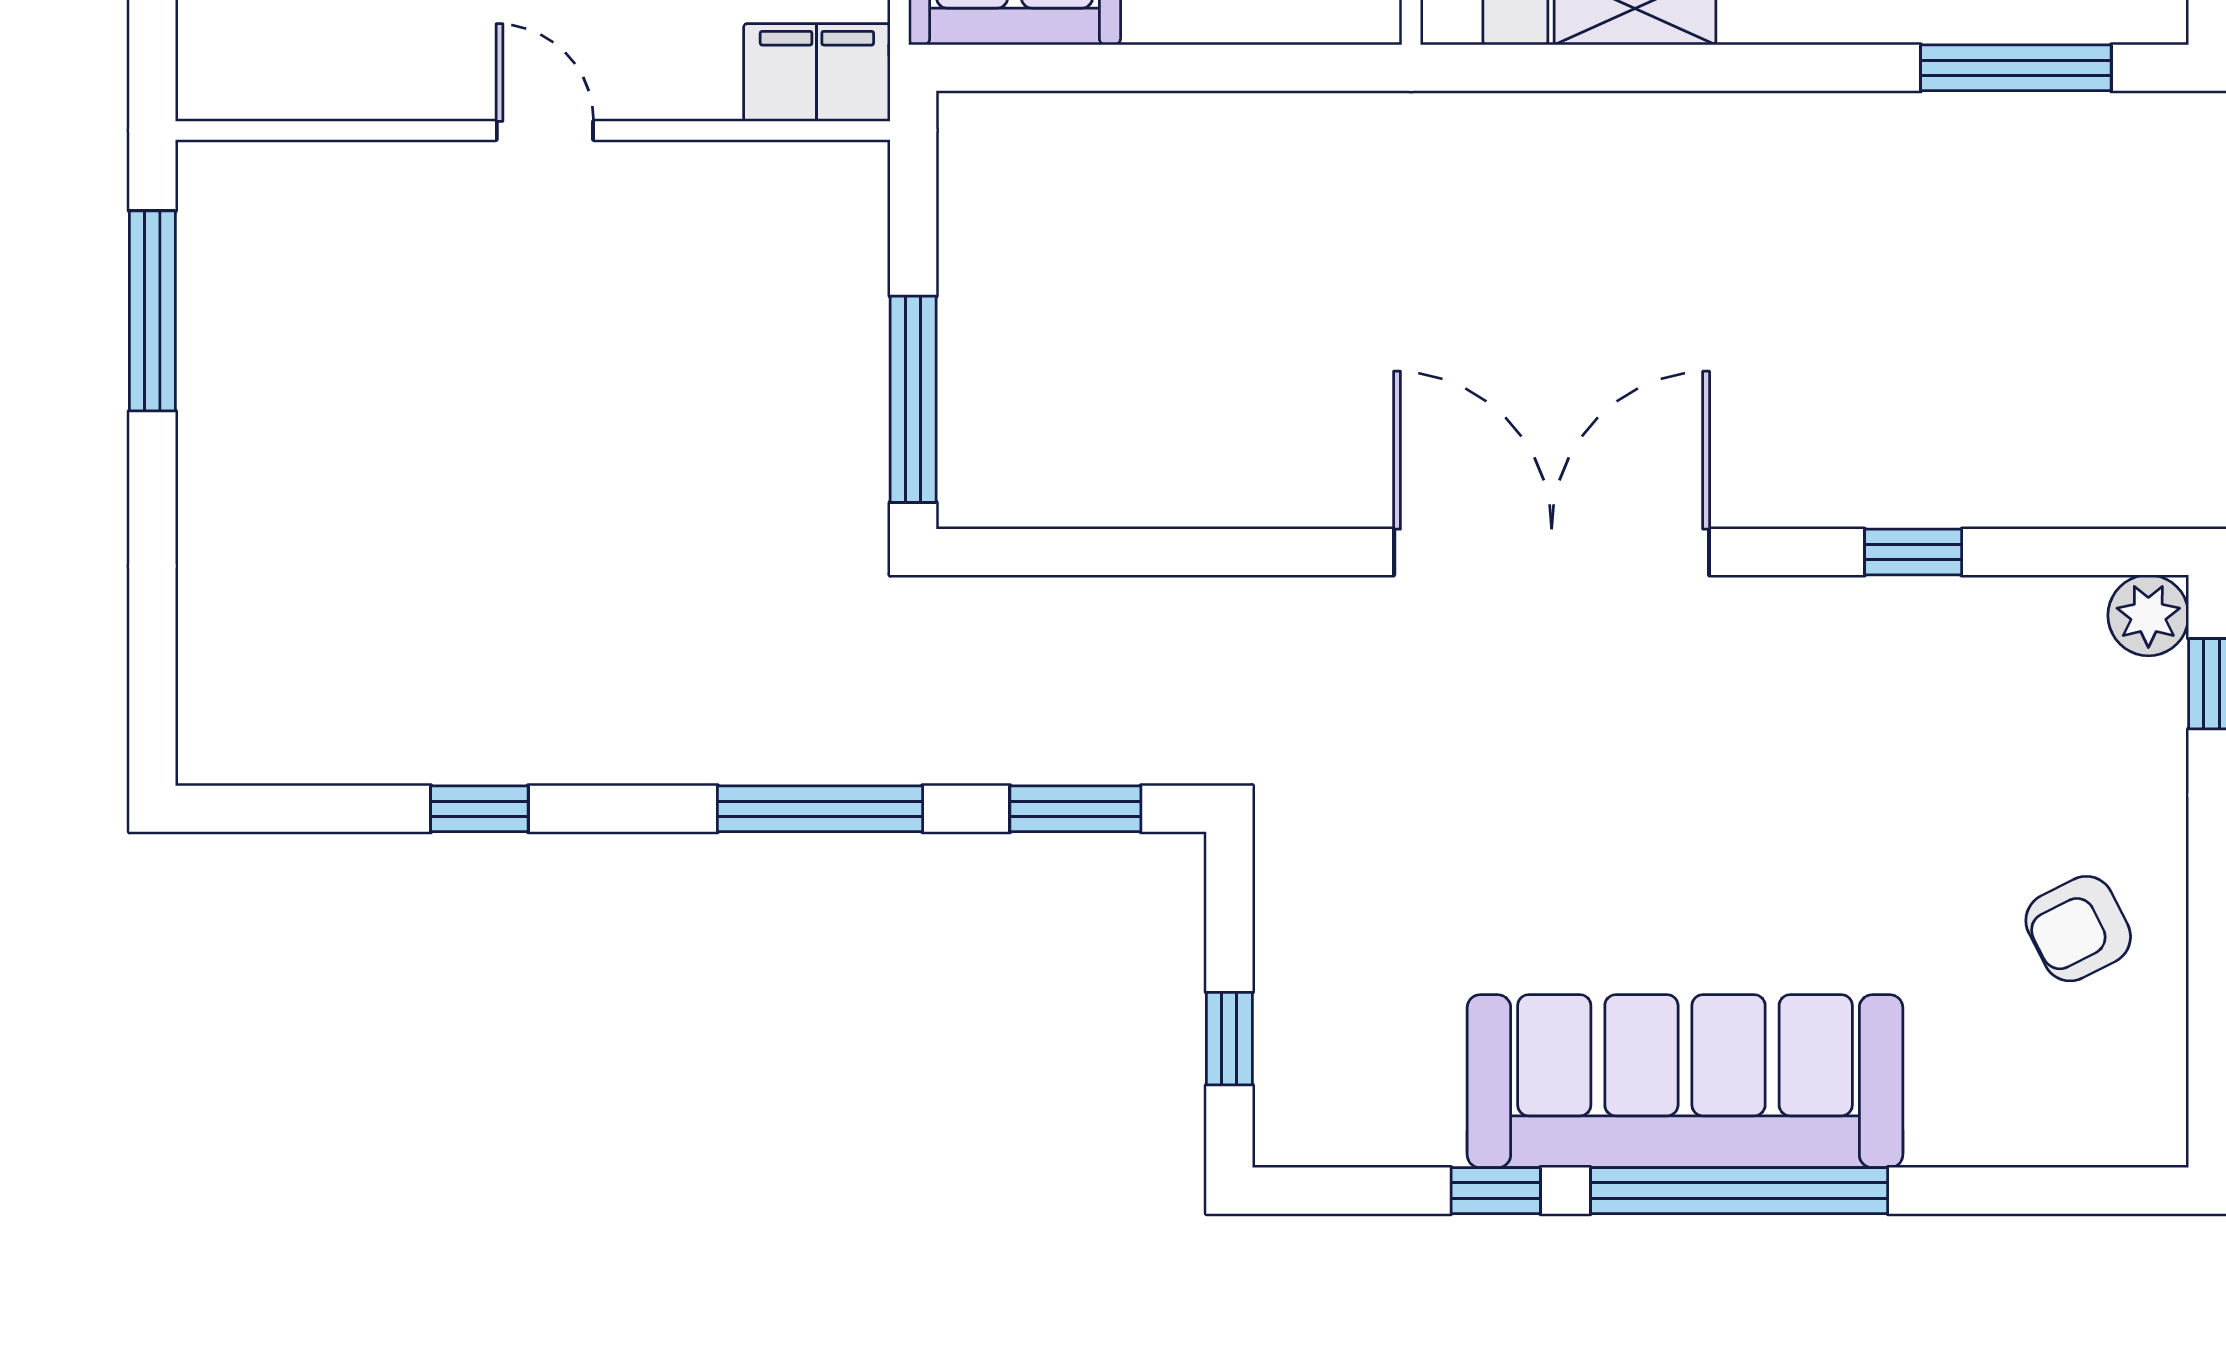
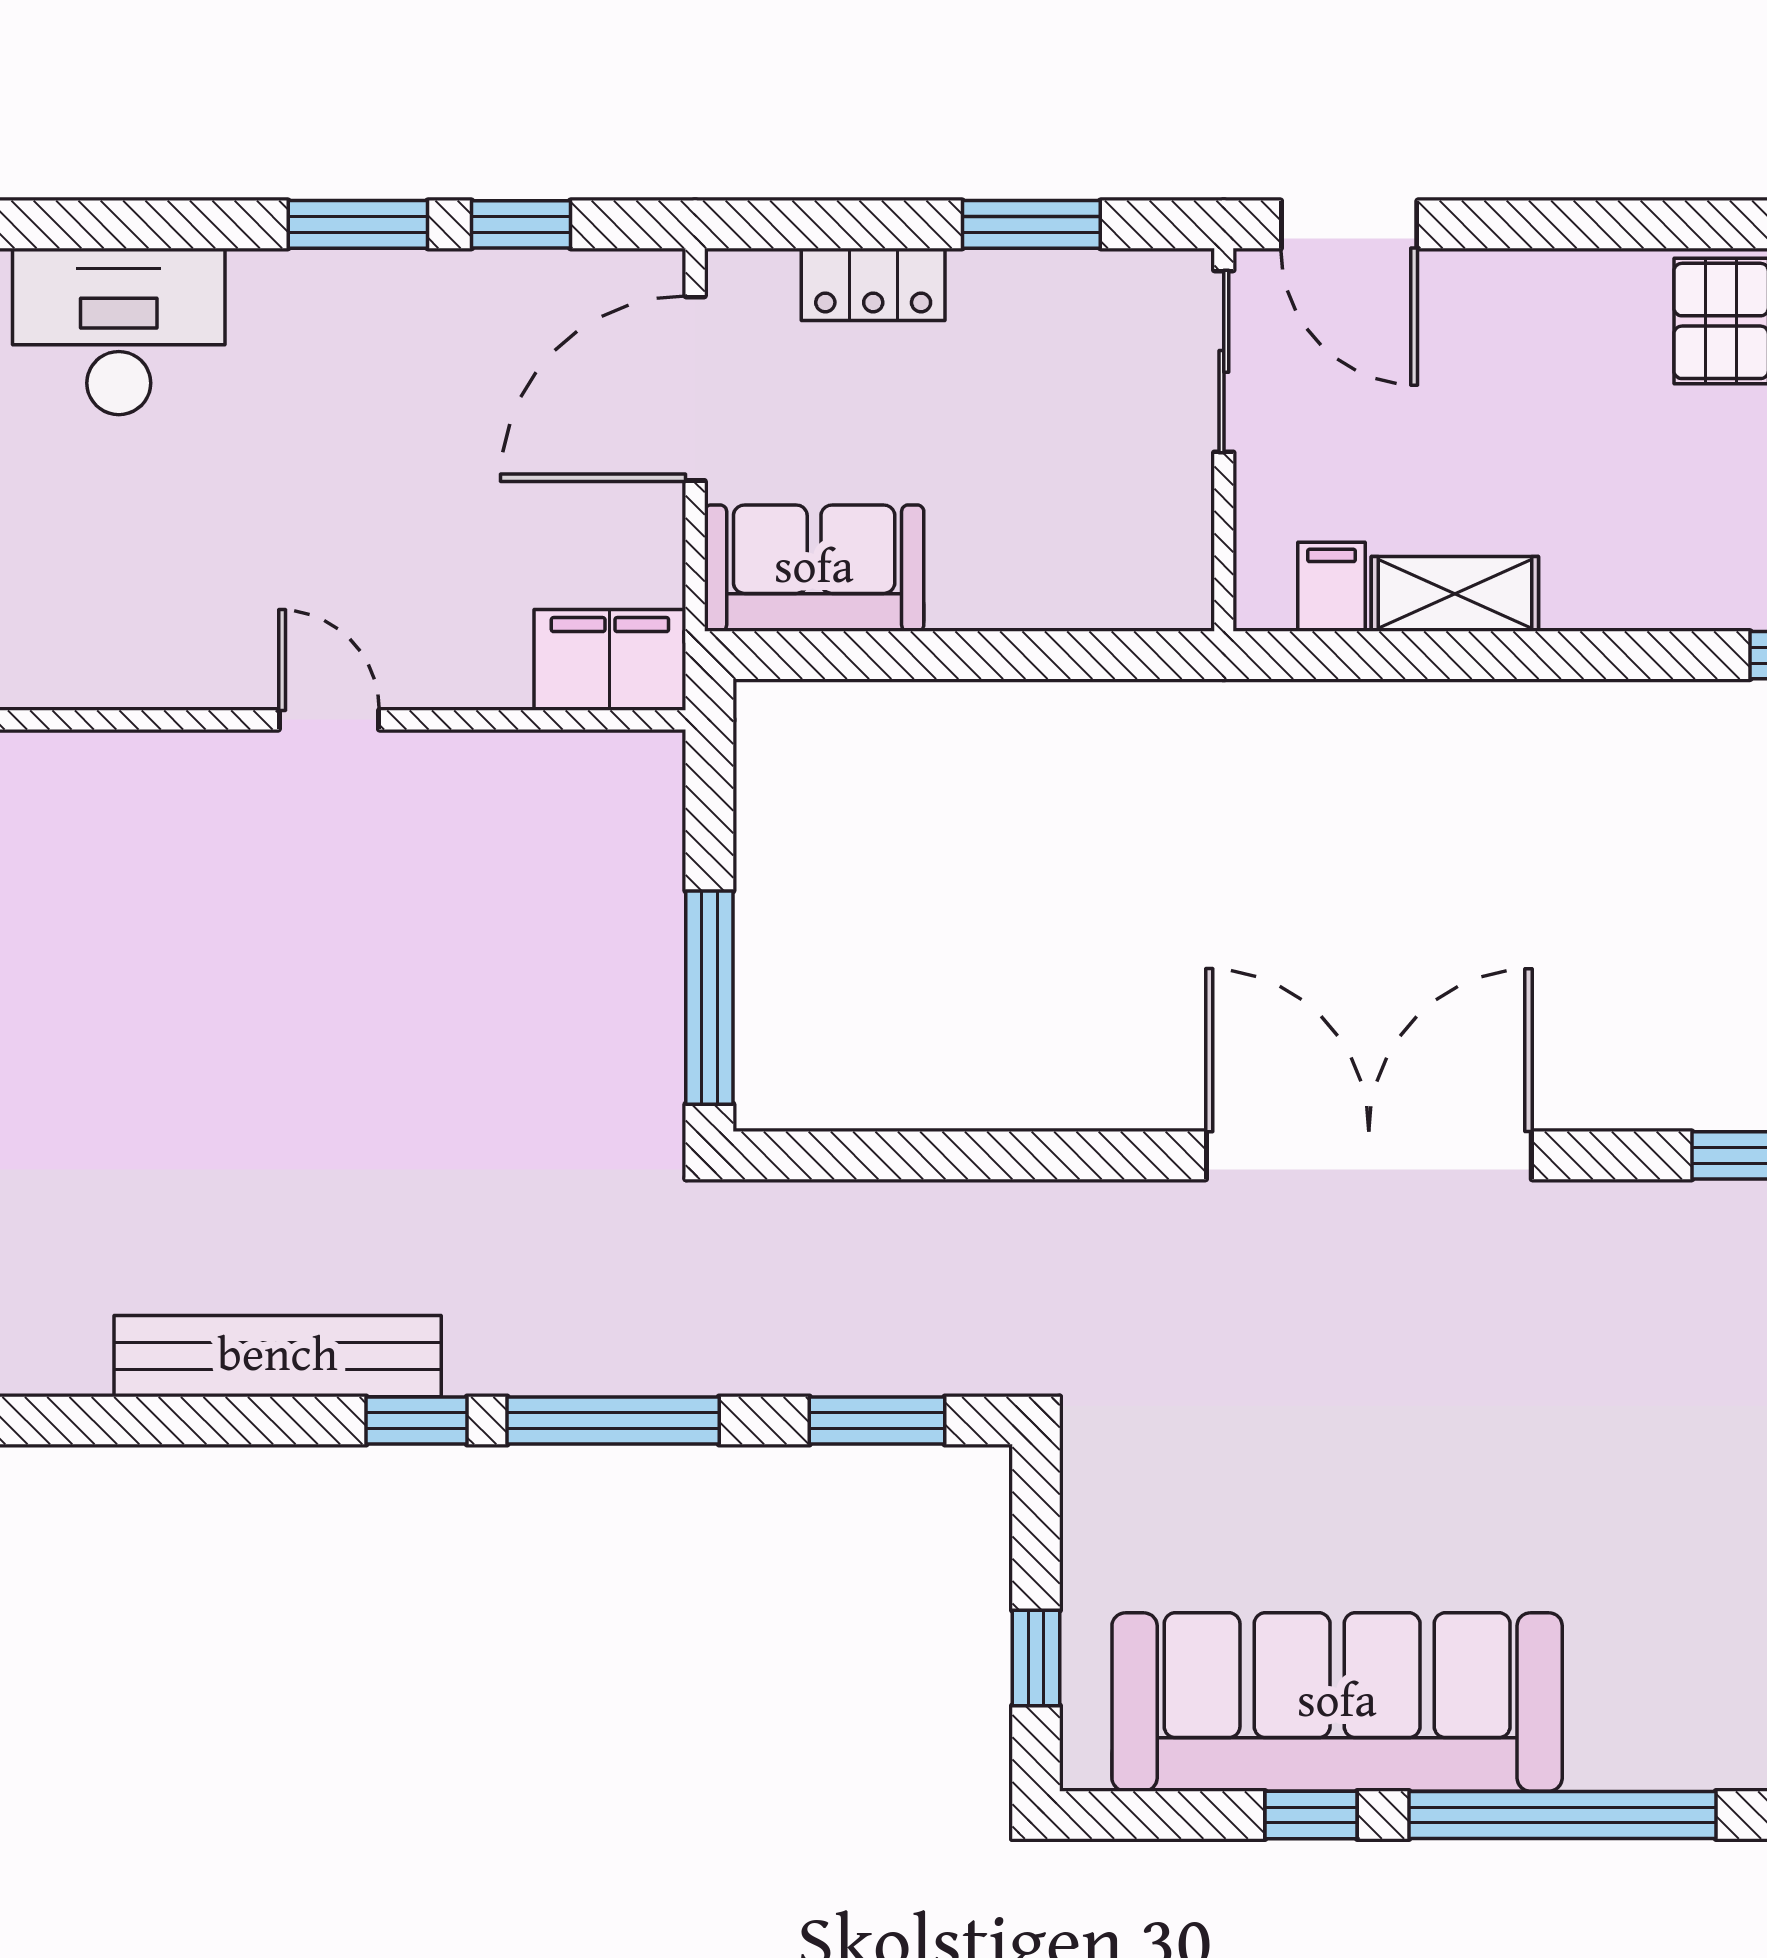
bench: (495, 746) -> (278, 1356), added
window: (479, 809) -> (417, 1420), moved
sofa: (1685, 1081) -> (1337, 1702), moved

